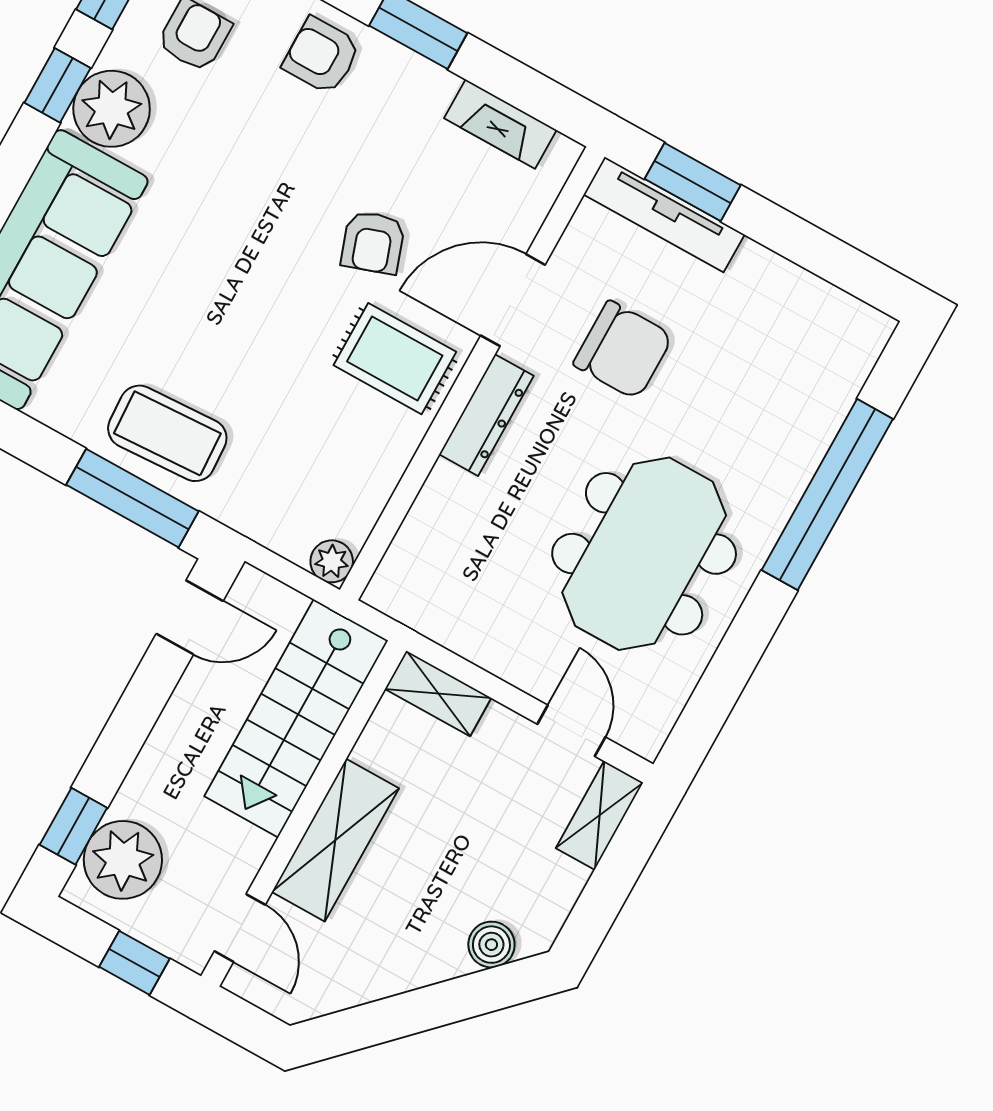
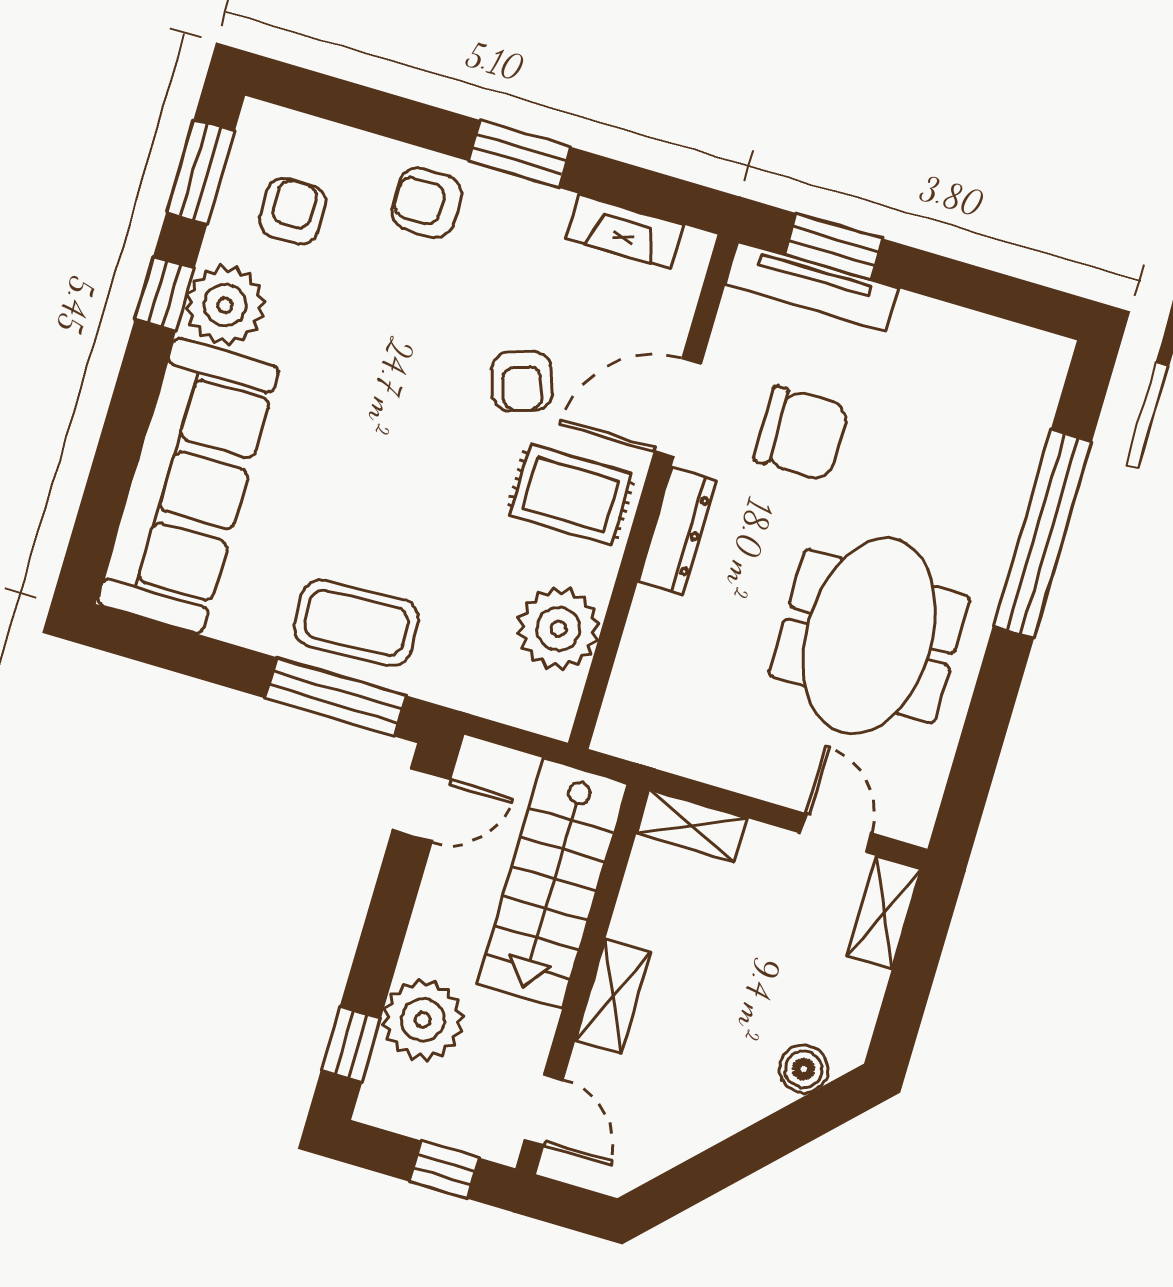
plant: (332, 561) -> (558, 629), moved, width x1.87, depth x1.87
shelving: (335, 840) -> (613, 996), width x0.67, depth x0.75
plant: (123, 860) -> (423, 1020), moved

